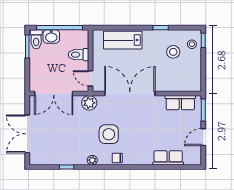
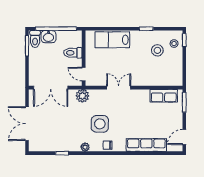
double door: (130, 94) -> (119, 88), width x0.54
door: (203, 137) -> (184, 137), moved
row of seats: (168, 158) -> (146, 145), width x1.48

